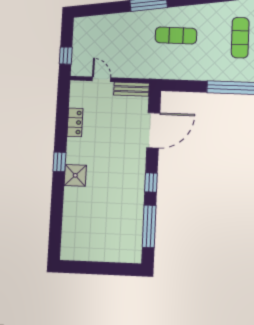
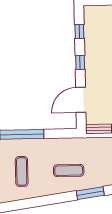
window: (149, 226) -> (79, 32), width x0.46

